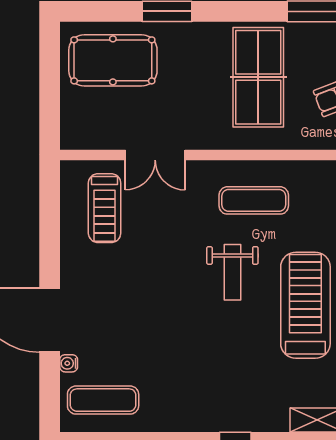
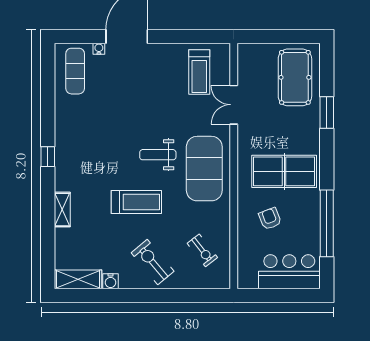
exercise mat: (254, 200) -> (204, 169), width x2.00, depth x1.45
treadmill: (105, 208) -> (199, 72), turned -90
treadmill: (305, 305) -> (136, 202), width x0.73, depth x0.73

